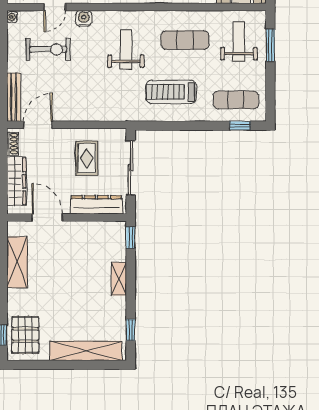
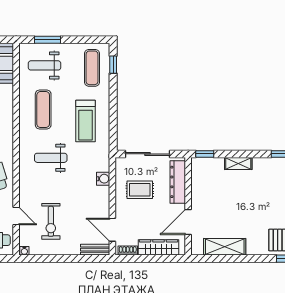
water cooler: (84, 18) -> (103, 179), moved, turned 180
exercise bike: (48, 49) -> (51, 221), turned 180
bench: (14, 97) -> (95, 250), width x0.73

